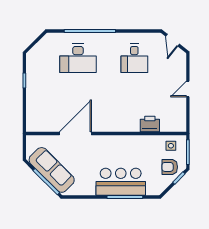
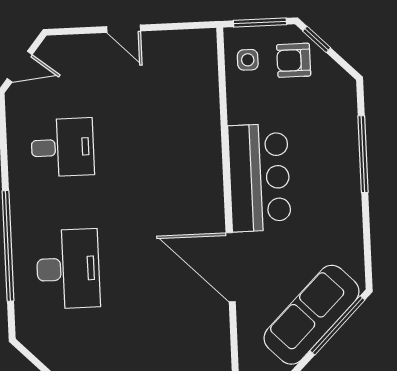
printer: (150, 124) -> (203, 107), removed
armchair: (170, 167) -> (294, 60), turned 90
bar counter: (121, 182) -> (259, 178), moved, turned 180

